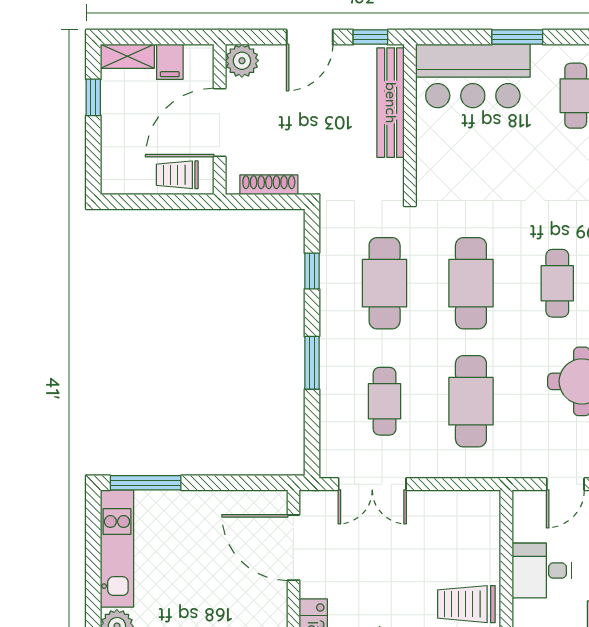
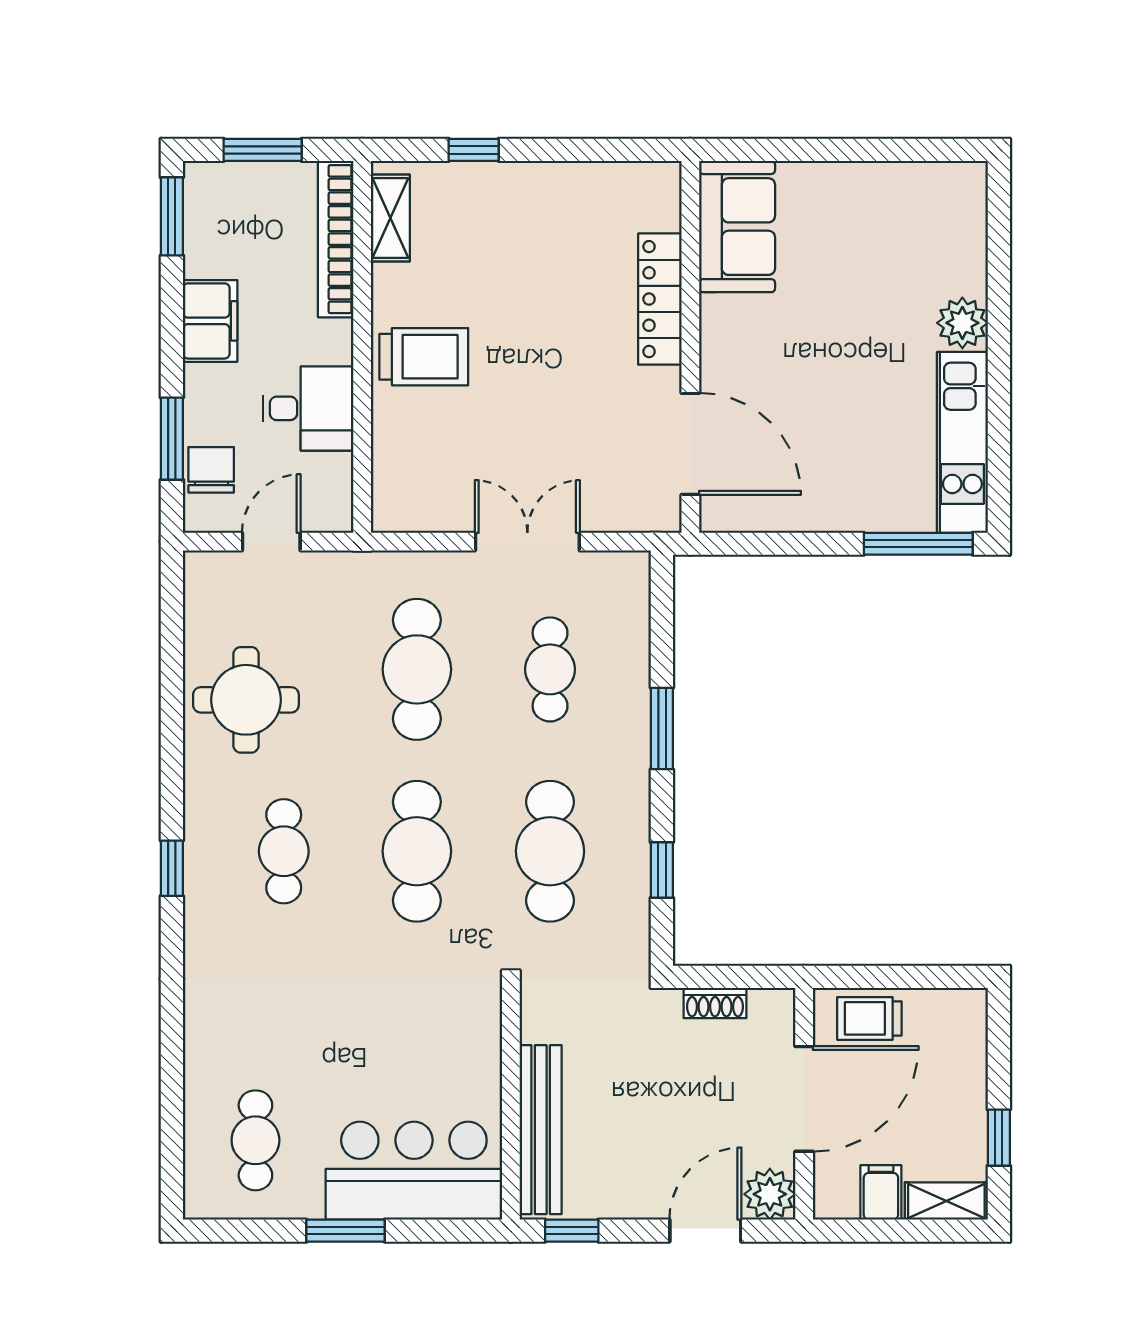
door: (310, 37) -> (705, 1231), moved
trolley: (177, 175) -> (869, 1018), turned 180
shoe rack: (269, 185) -> (715, 1003), width x0.70
double door: (372, 484) -> (527, 542), moved

